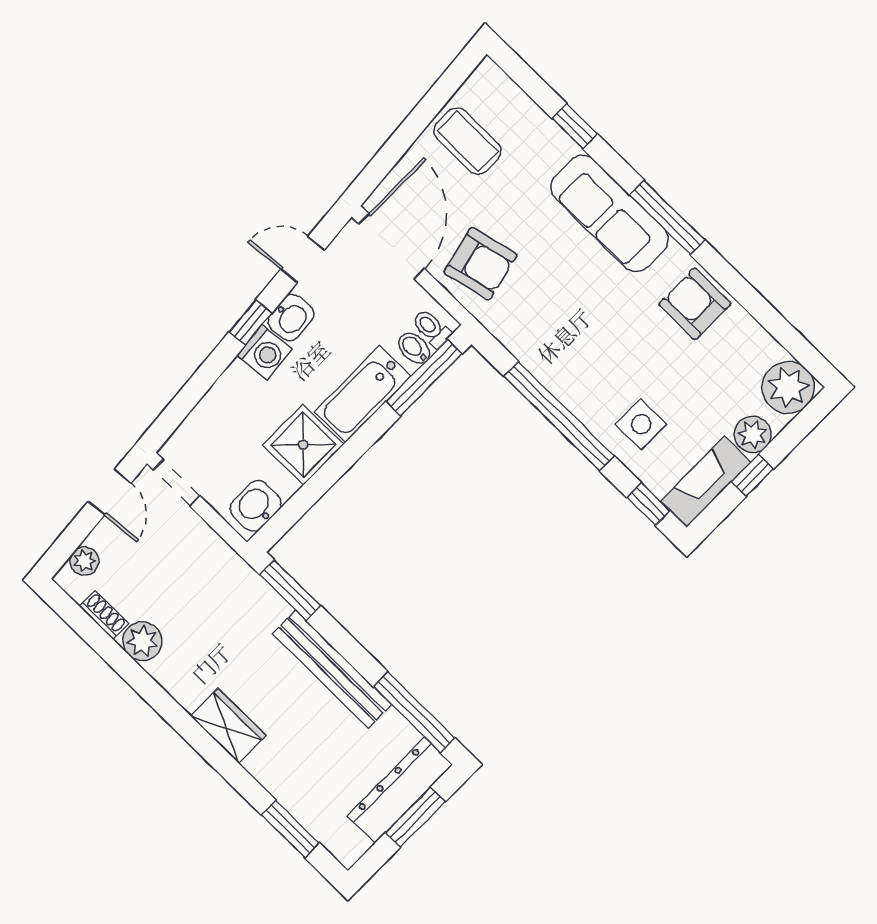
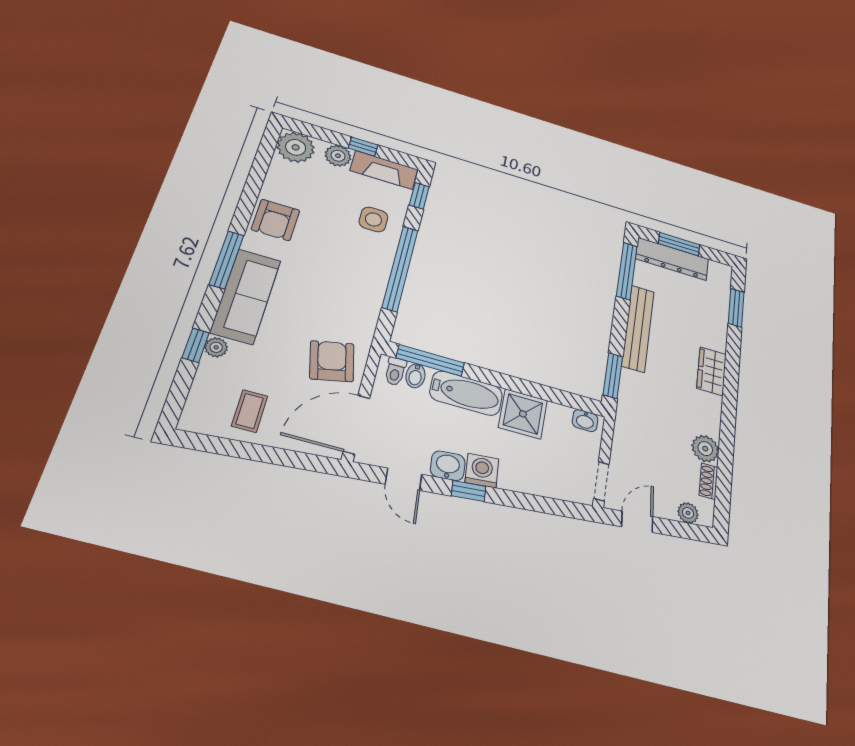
coffee table: (467, 141) -> (250, 411), width x0.73, depth x0.77
plant: (561, 147) -> (216, 347), added
washbasin: (256, 506) -> (585, 421), width x0.72, depth x0.69

